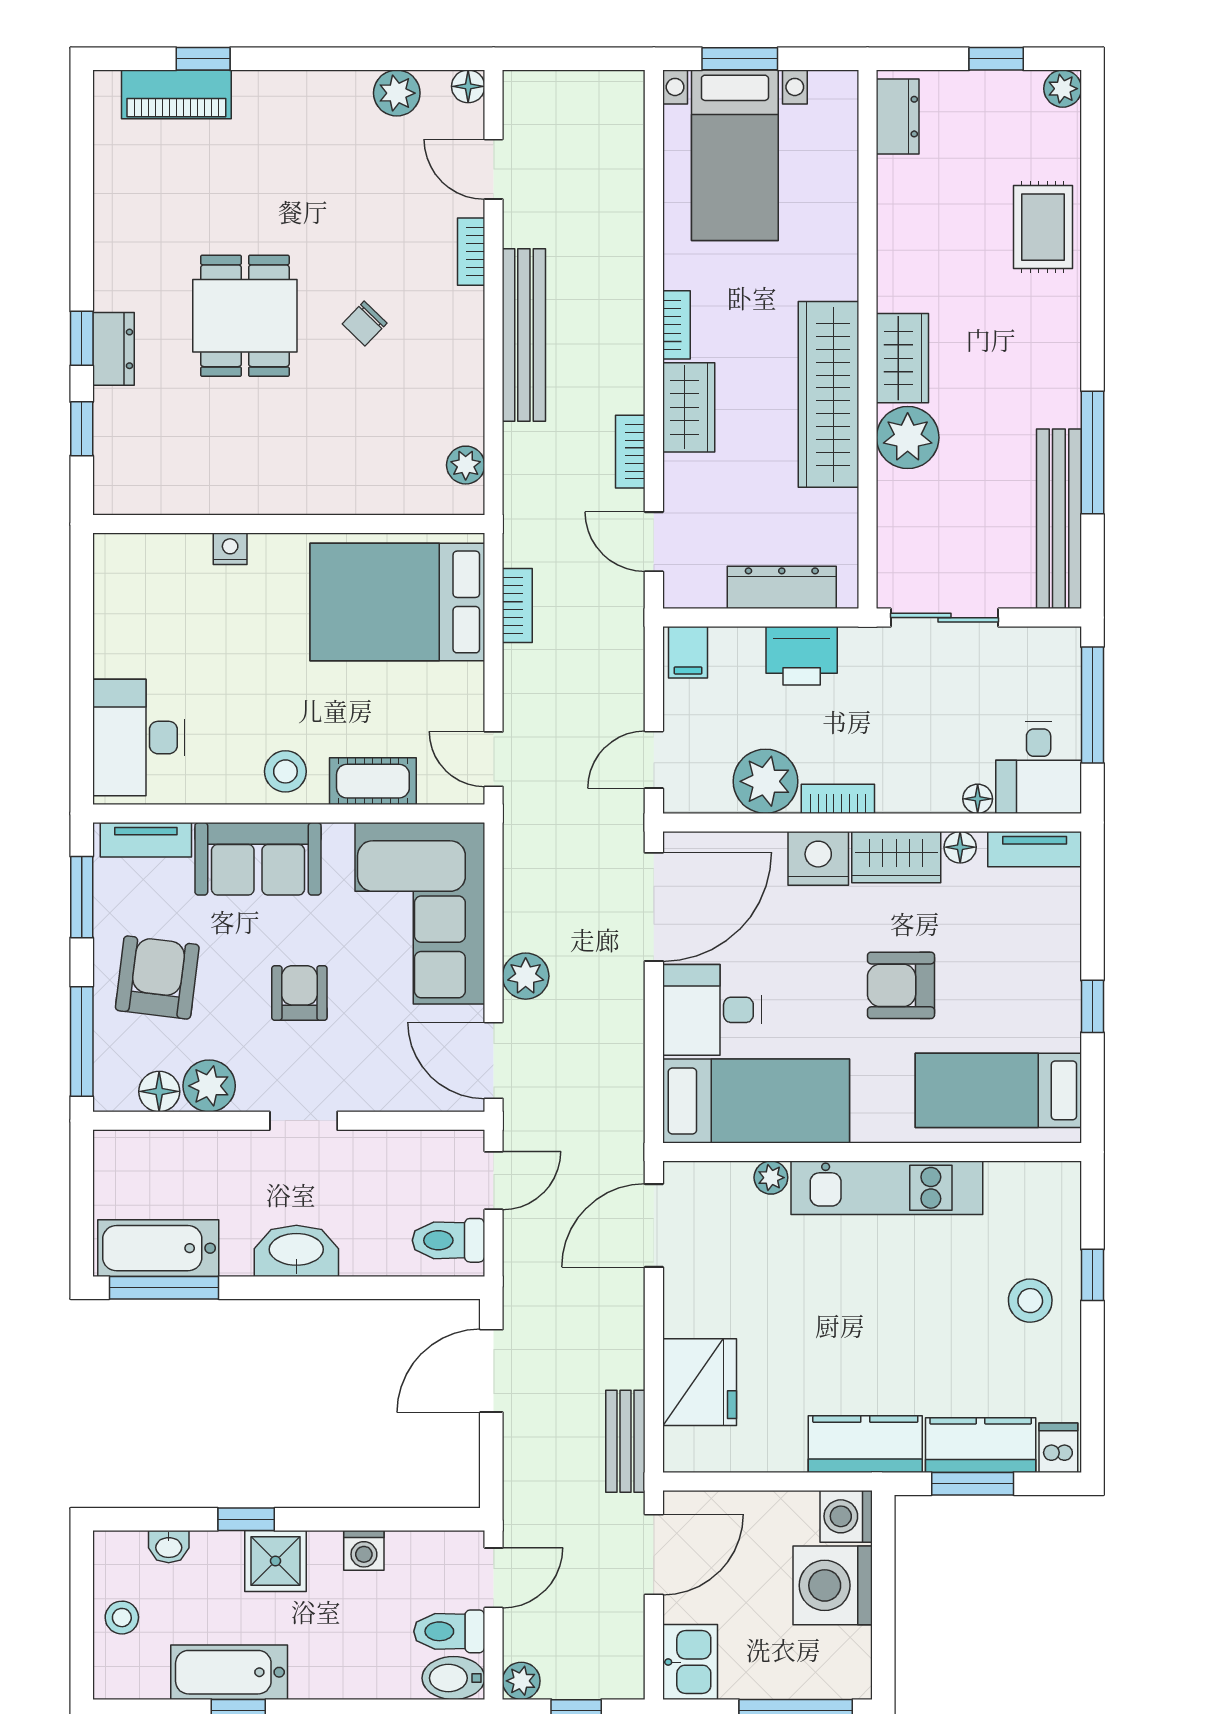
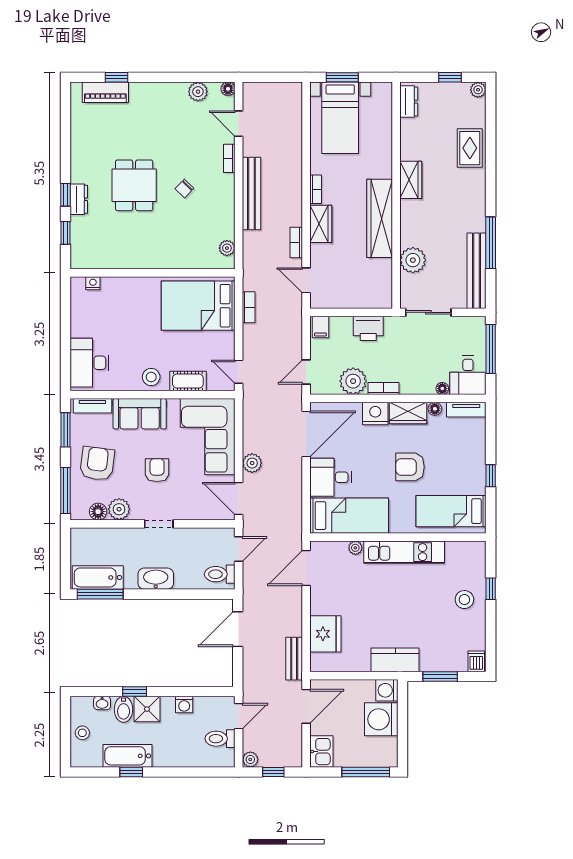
wardrobe: (902, 358) -> (411, 180), moved
plant: (908, 438) -> (413, 260), moved
nightstand: (230, 549) -> (93, 283), moved
dresser: (782, 587) -> (360, 300), removed
kitchen counter: (981, 1445) -> (444, 660), removed
bidet: (453, 1678) -> (124, 709), moved, turned -90

